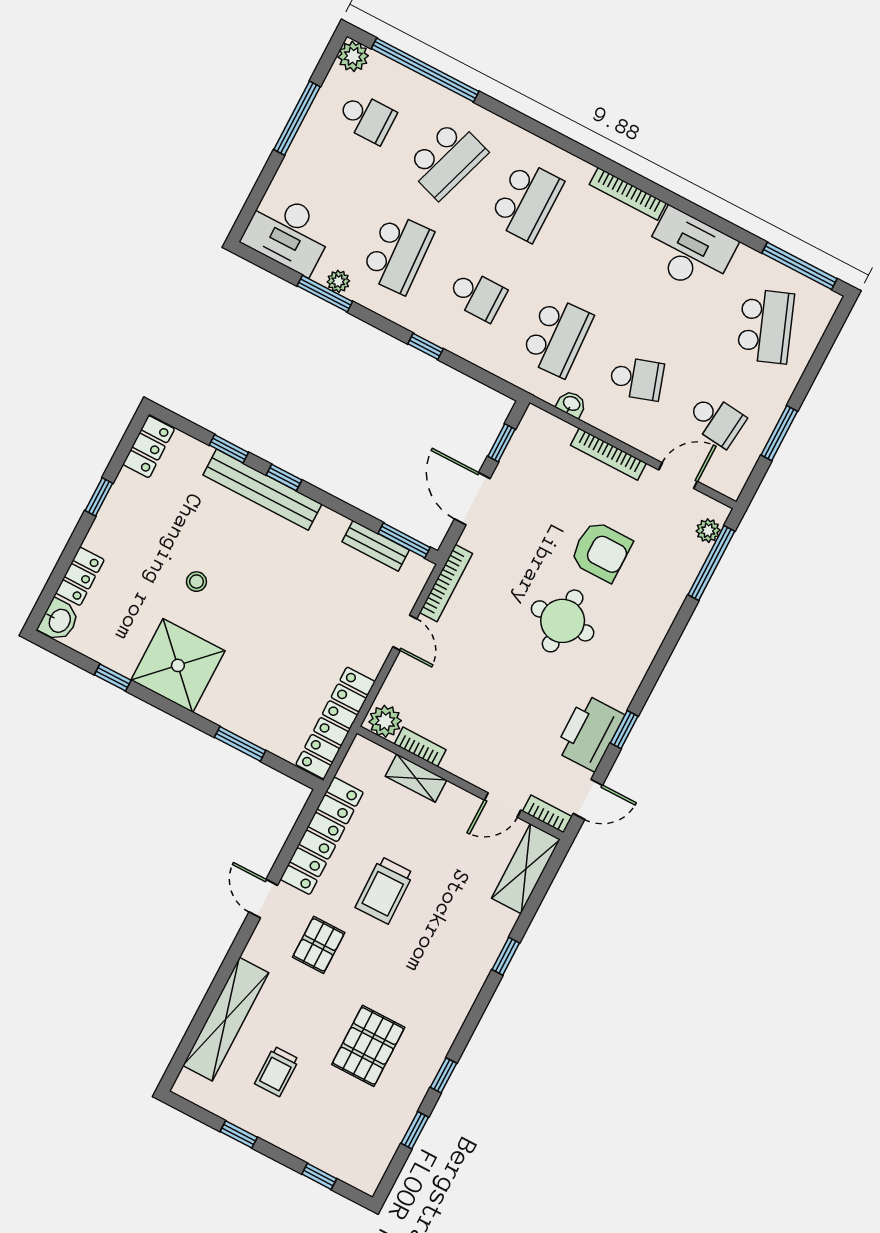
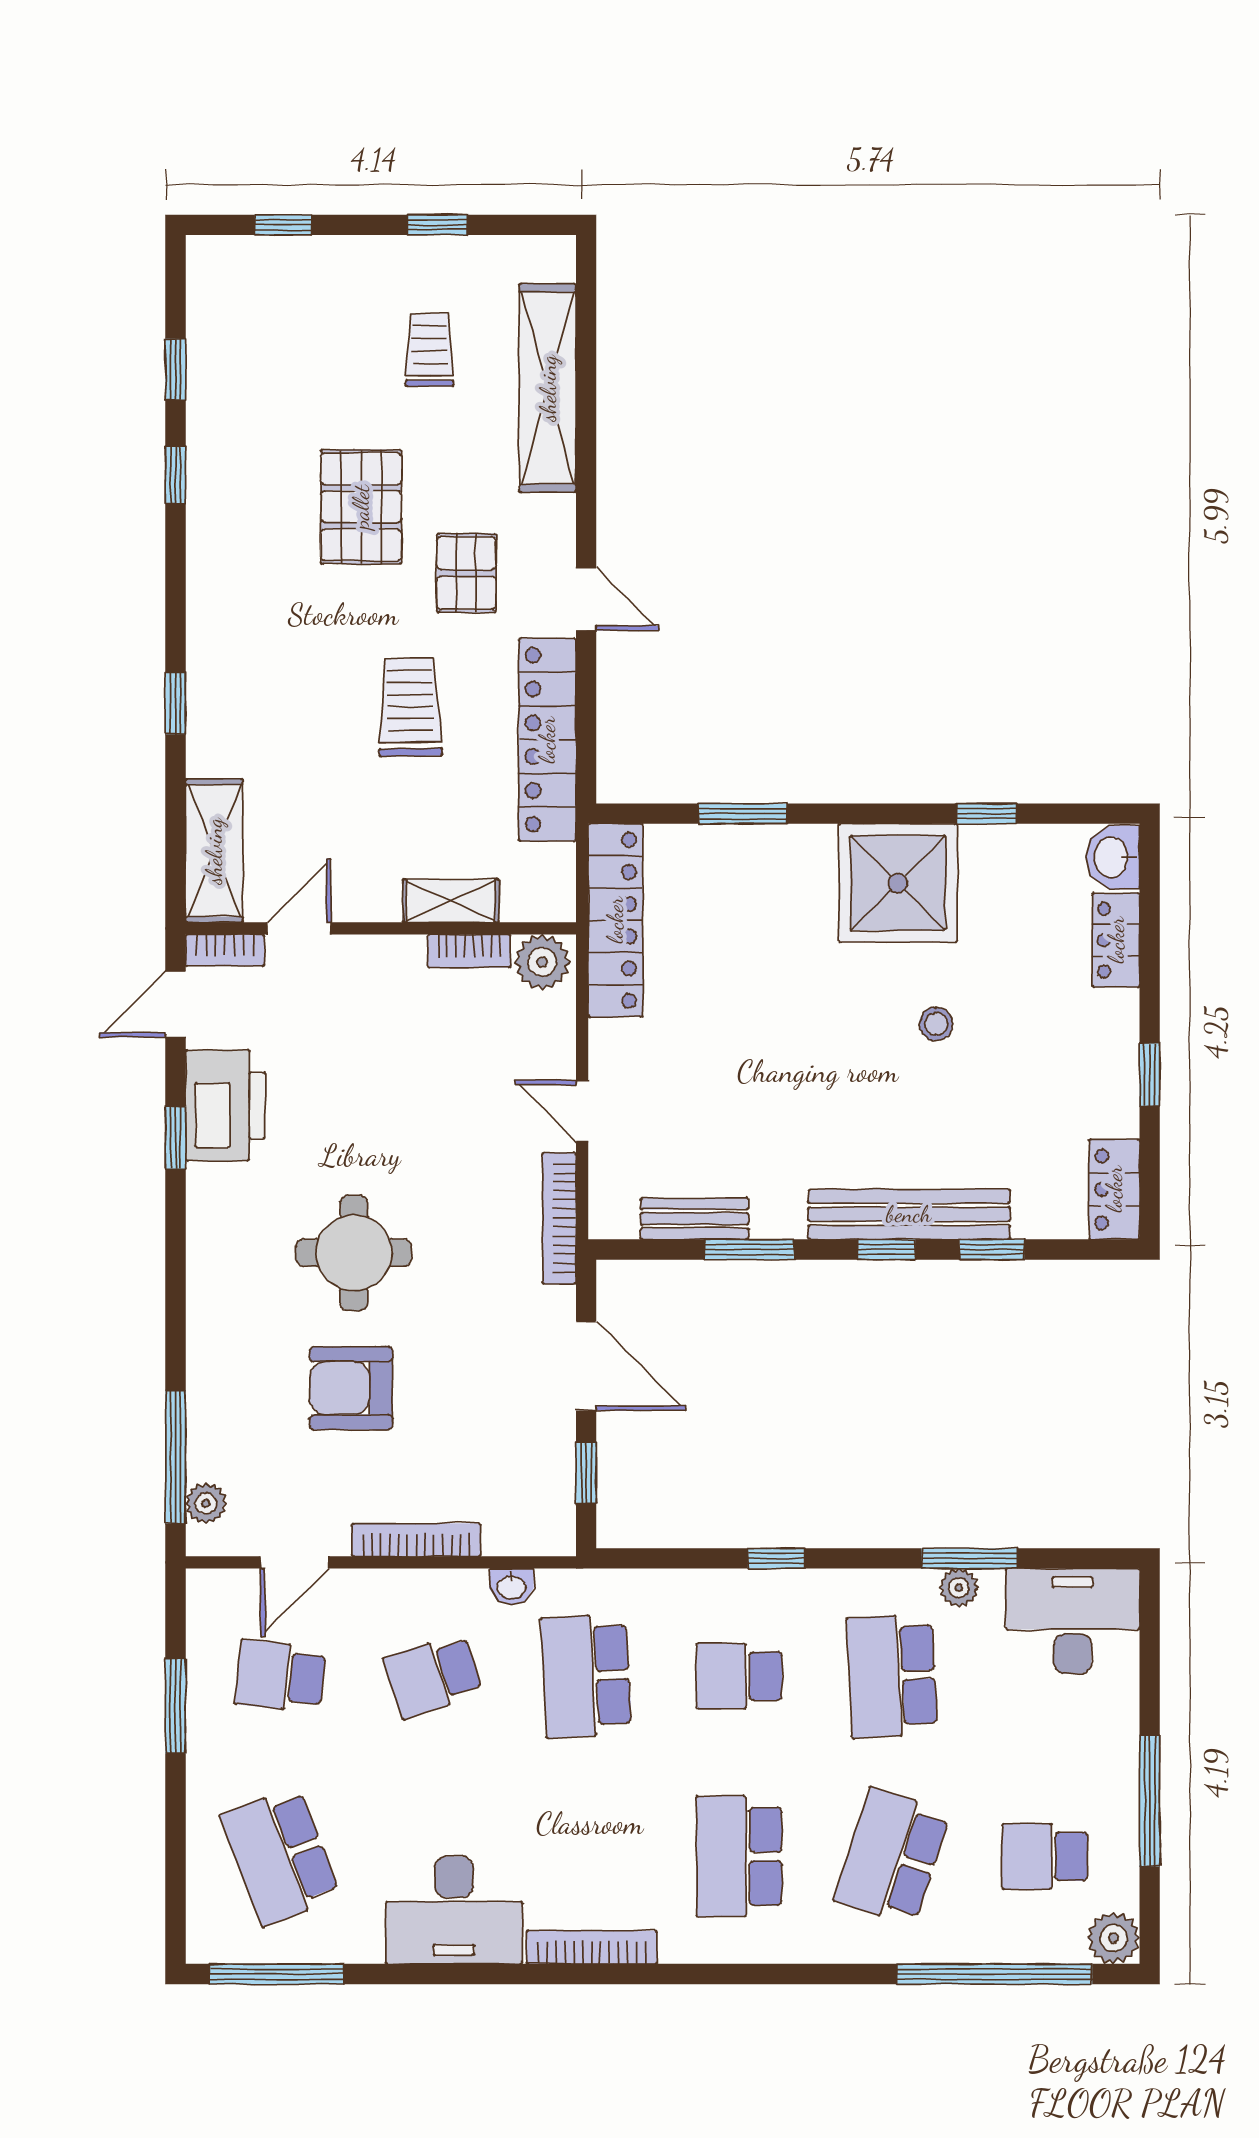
window: (404, 540) -> (749, 1249), moved
pallet: (368, 1046) -> (361, 507), moved

